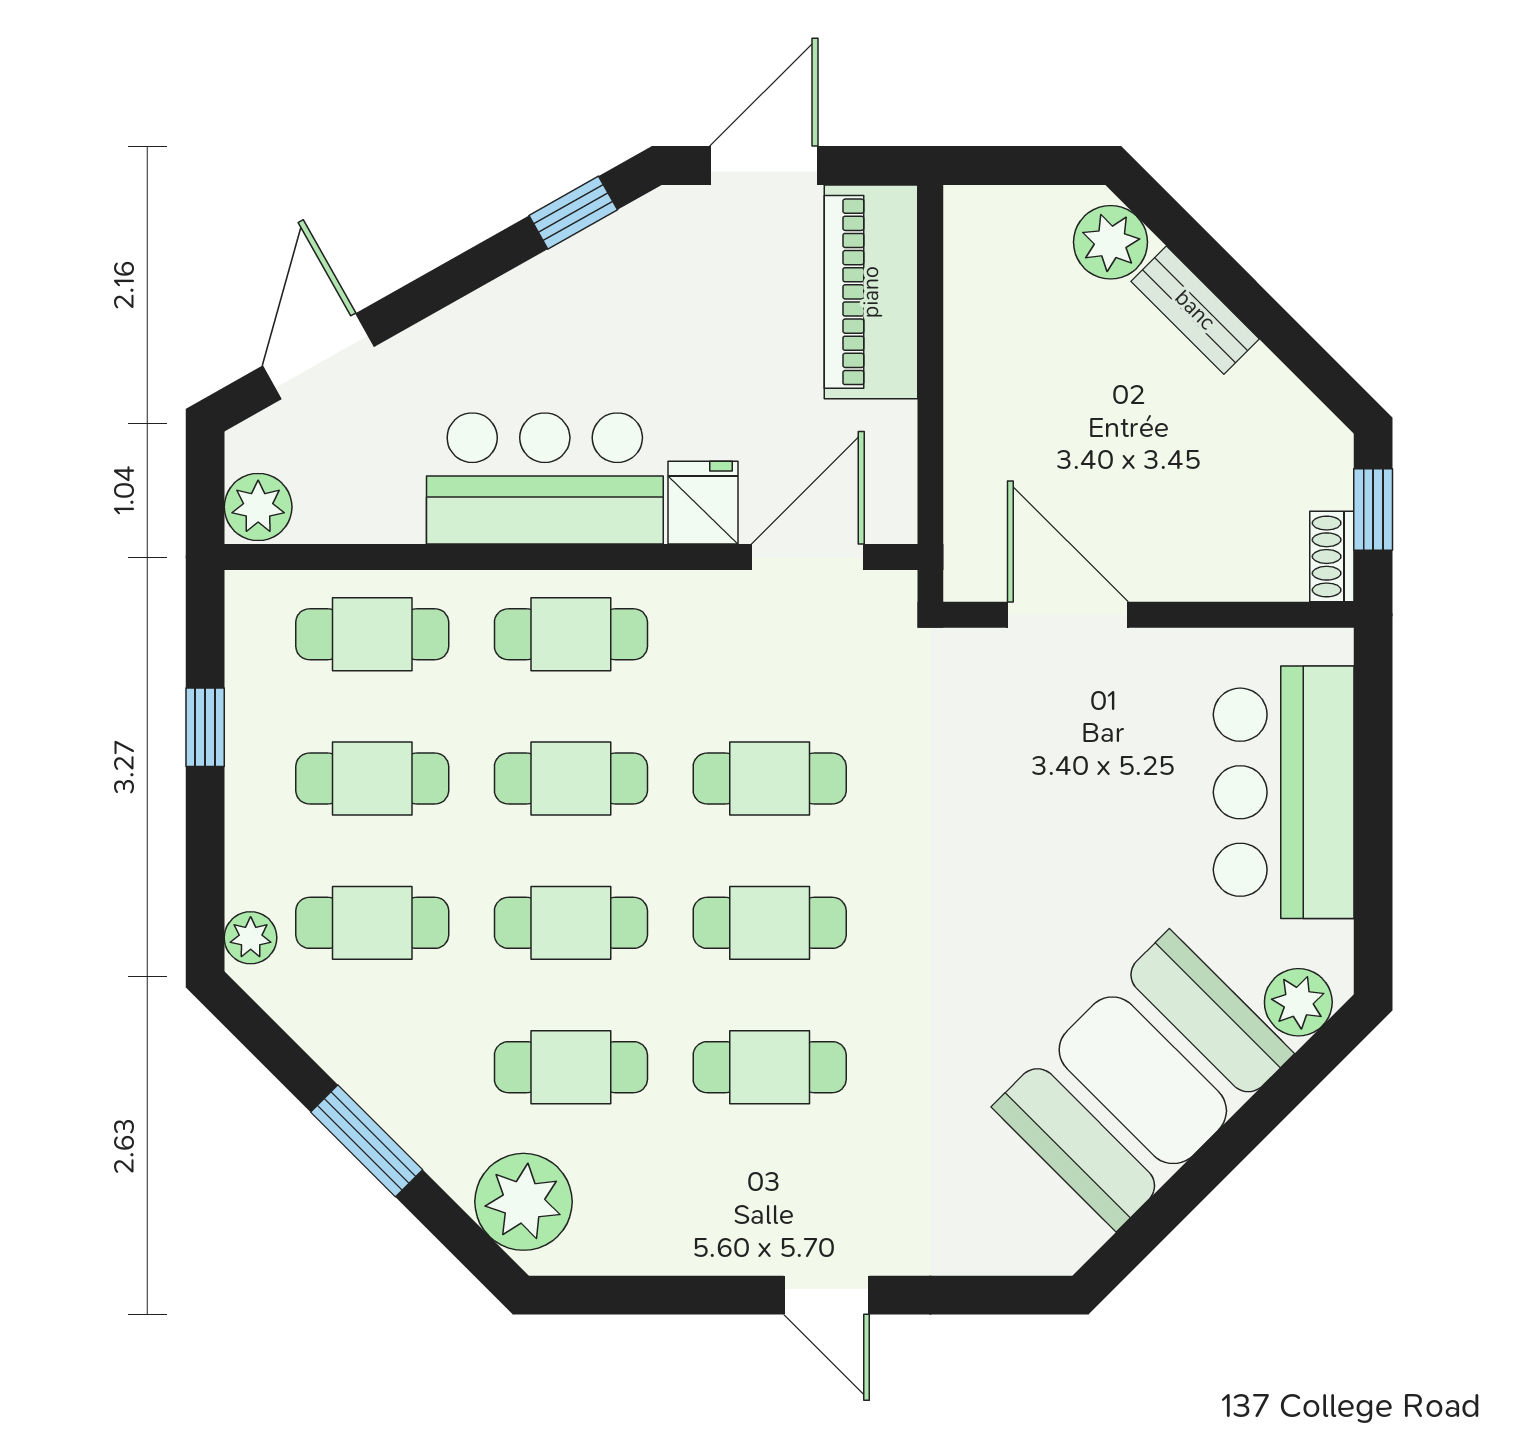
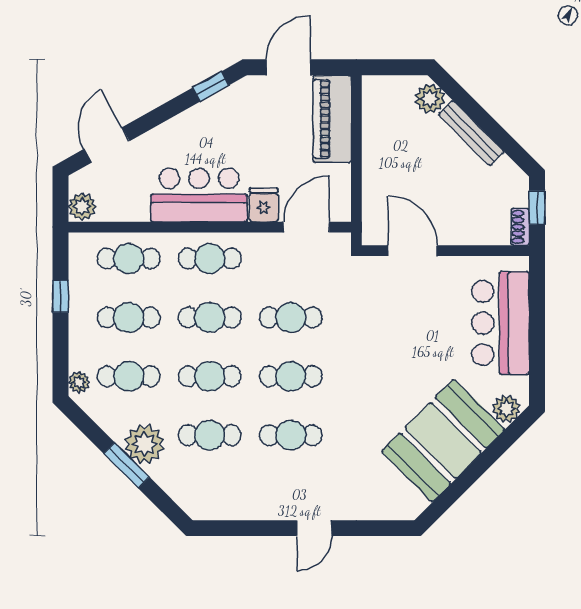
bench: (1195, 310) -> (471, 133), width x1.36
plant: (523, 1202) -> (144, 444), moved
door: (826, 1295) -> (314, 528), hinge flipped

